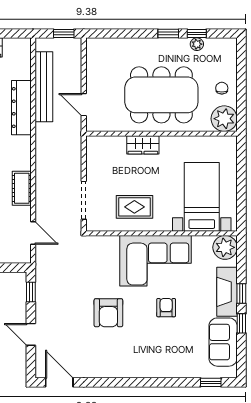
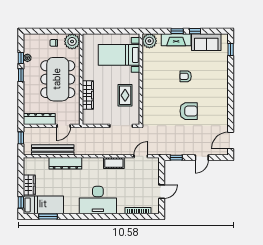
dresser: (95, 64) -> (39, 119), added
wardrobe: (143, 145) -> (88, 95), width x1.50
corner sofa: (155, 261) -> (157, 83), removed

